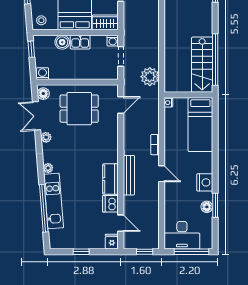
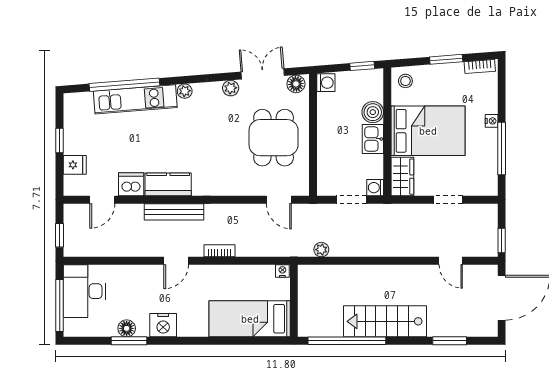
stairs: (202, 65) -> (385, 321), moved
plant: (150, 77) -> (321, 250), width x0.53, depth x0.53
fridge: (112, 242) -> (75, 165), moved

